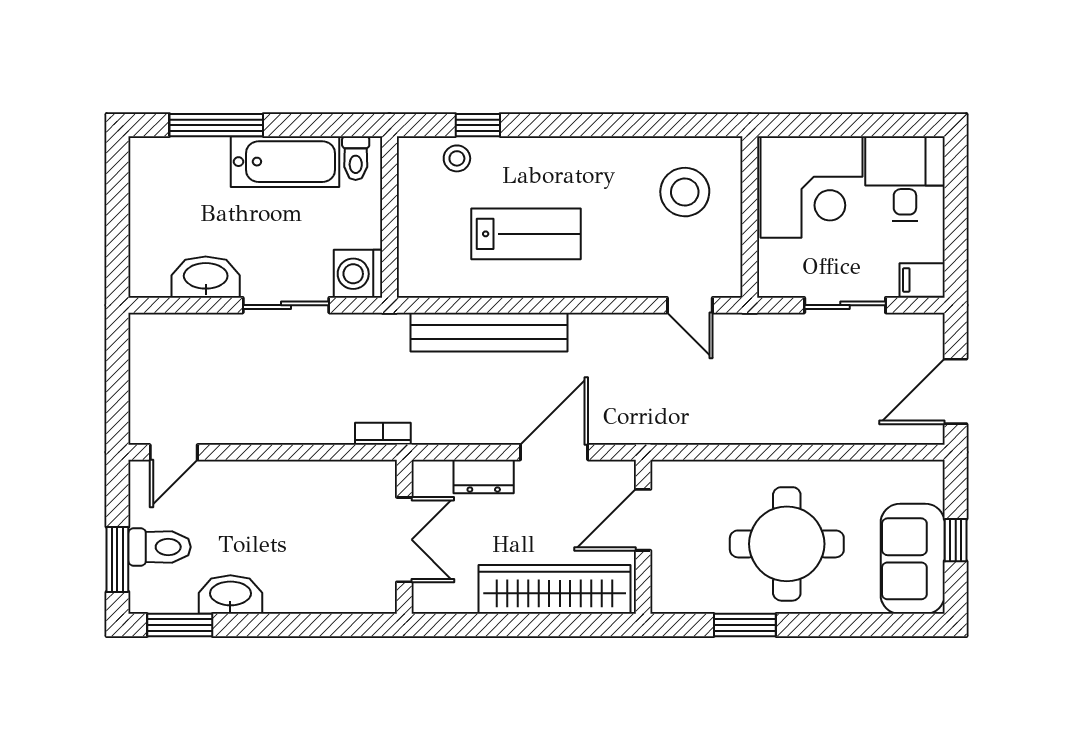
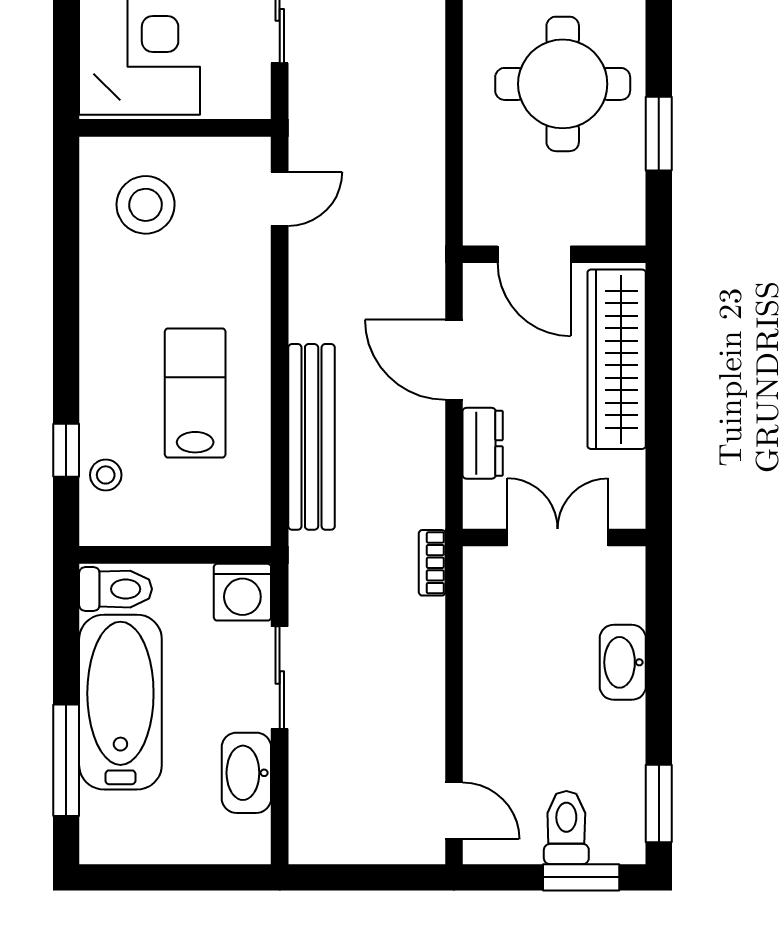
toilet: (356, 158) -> (115, 589), width x1.37, depth x1.39
bathtub: (285, 162) -> (120, 702), width x1.36, depth x1.36
washbasin: (230, 595) -> (623, 662), moved

